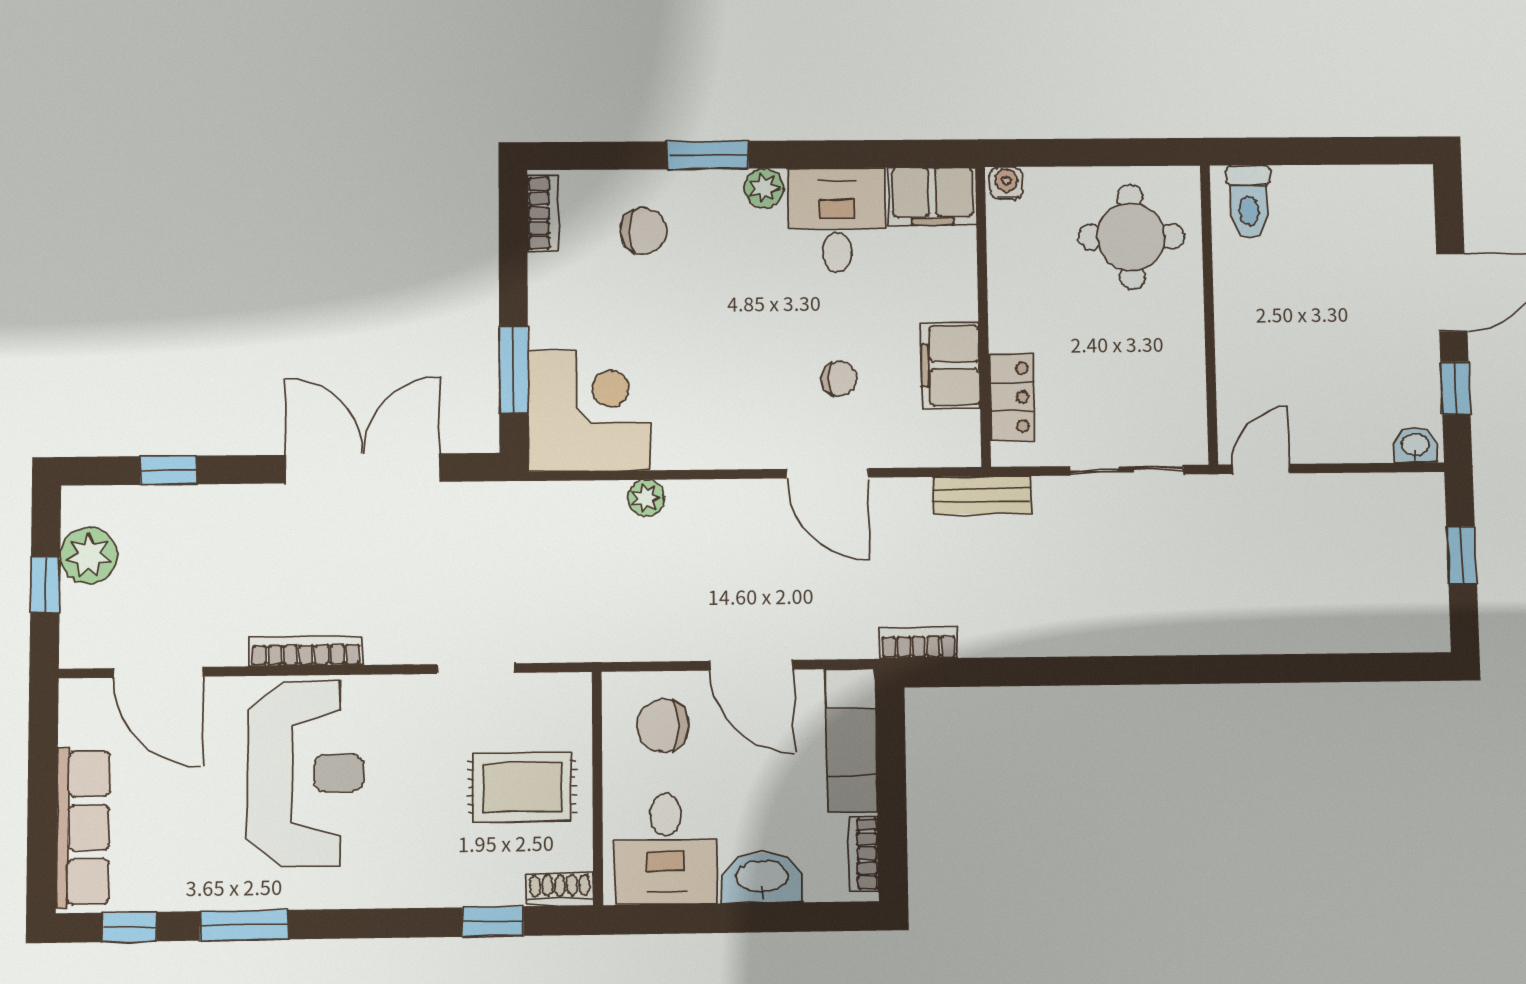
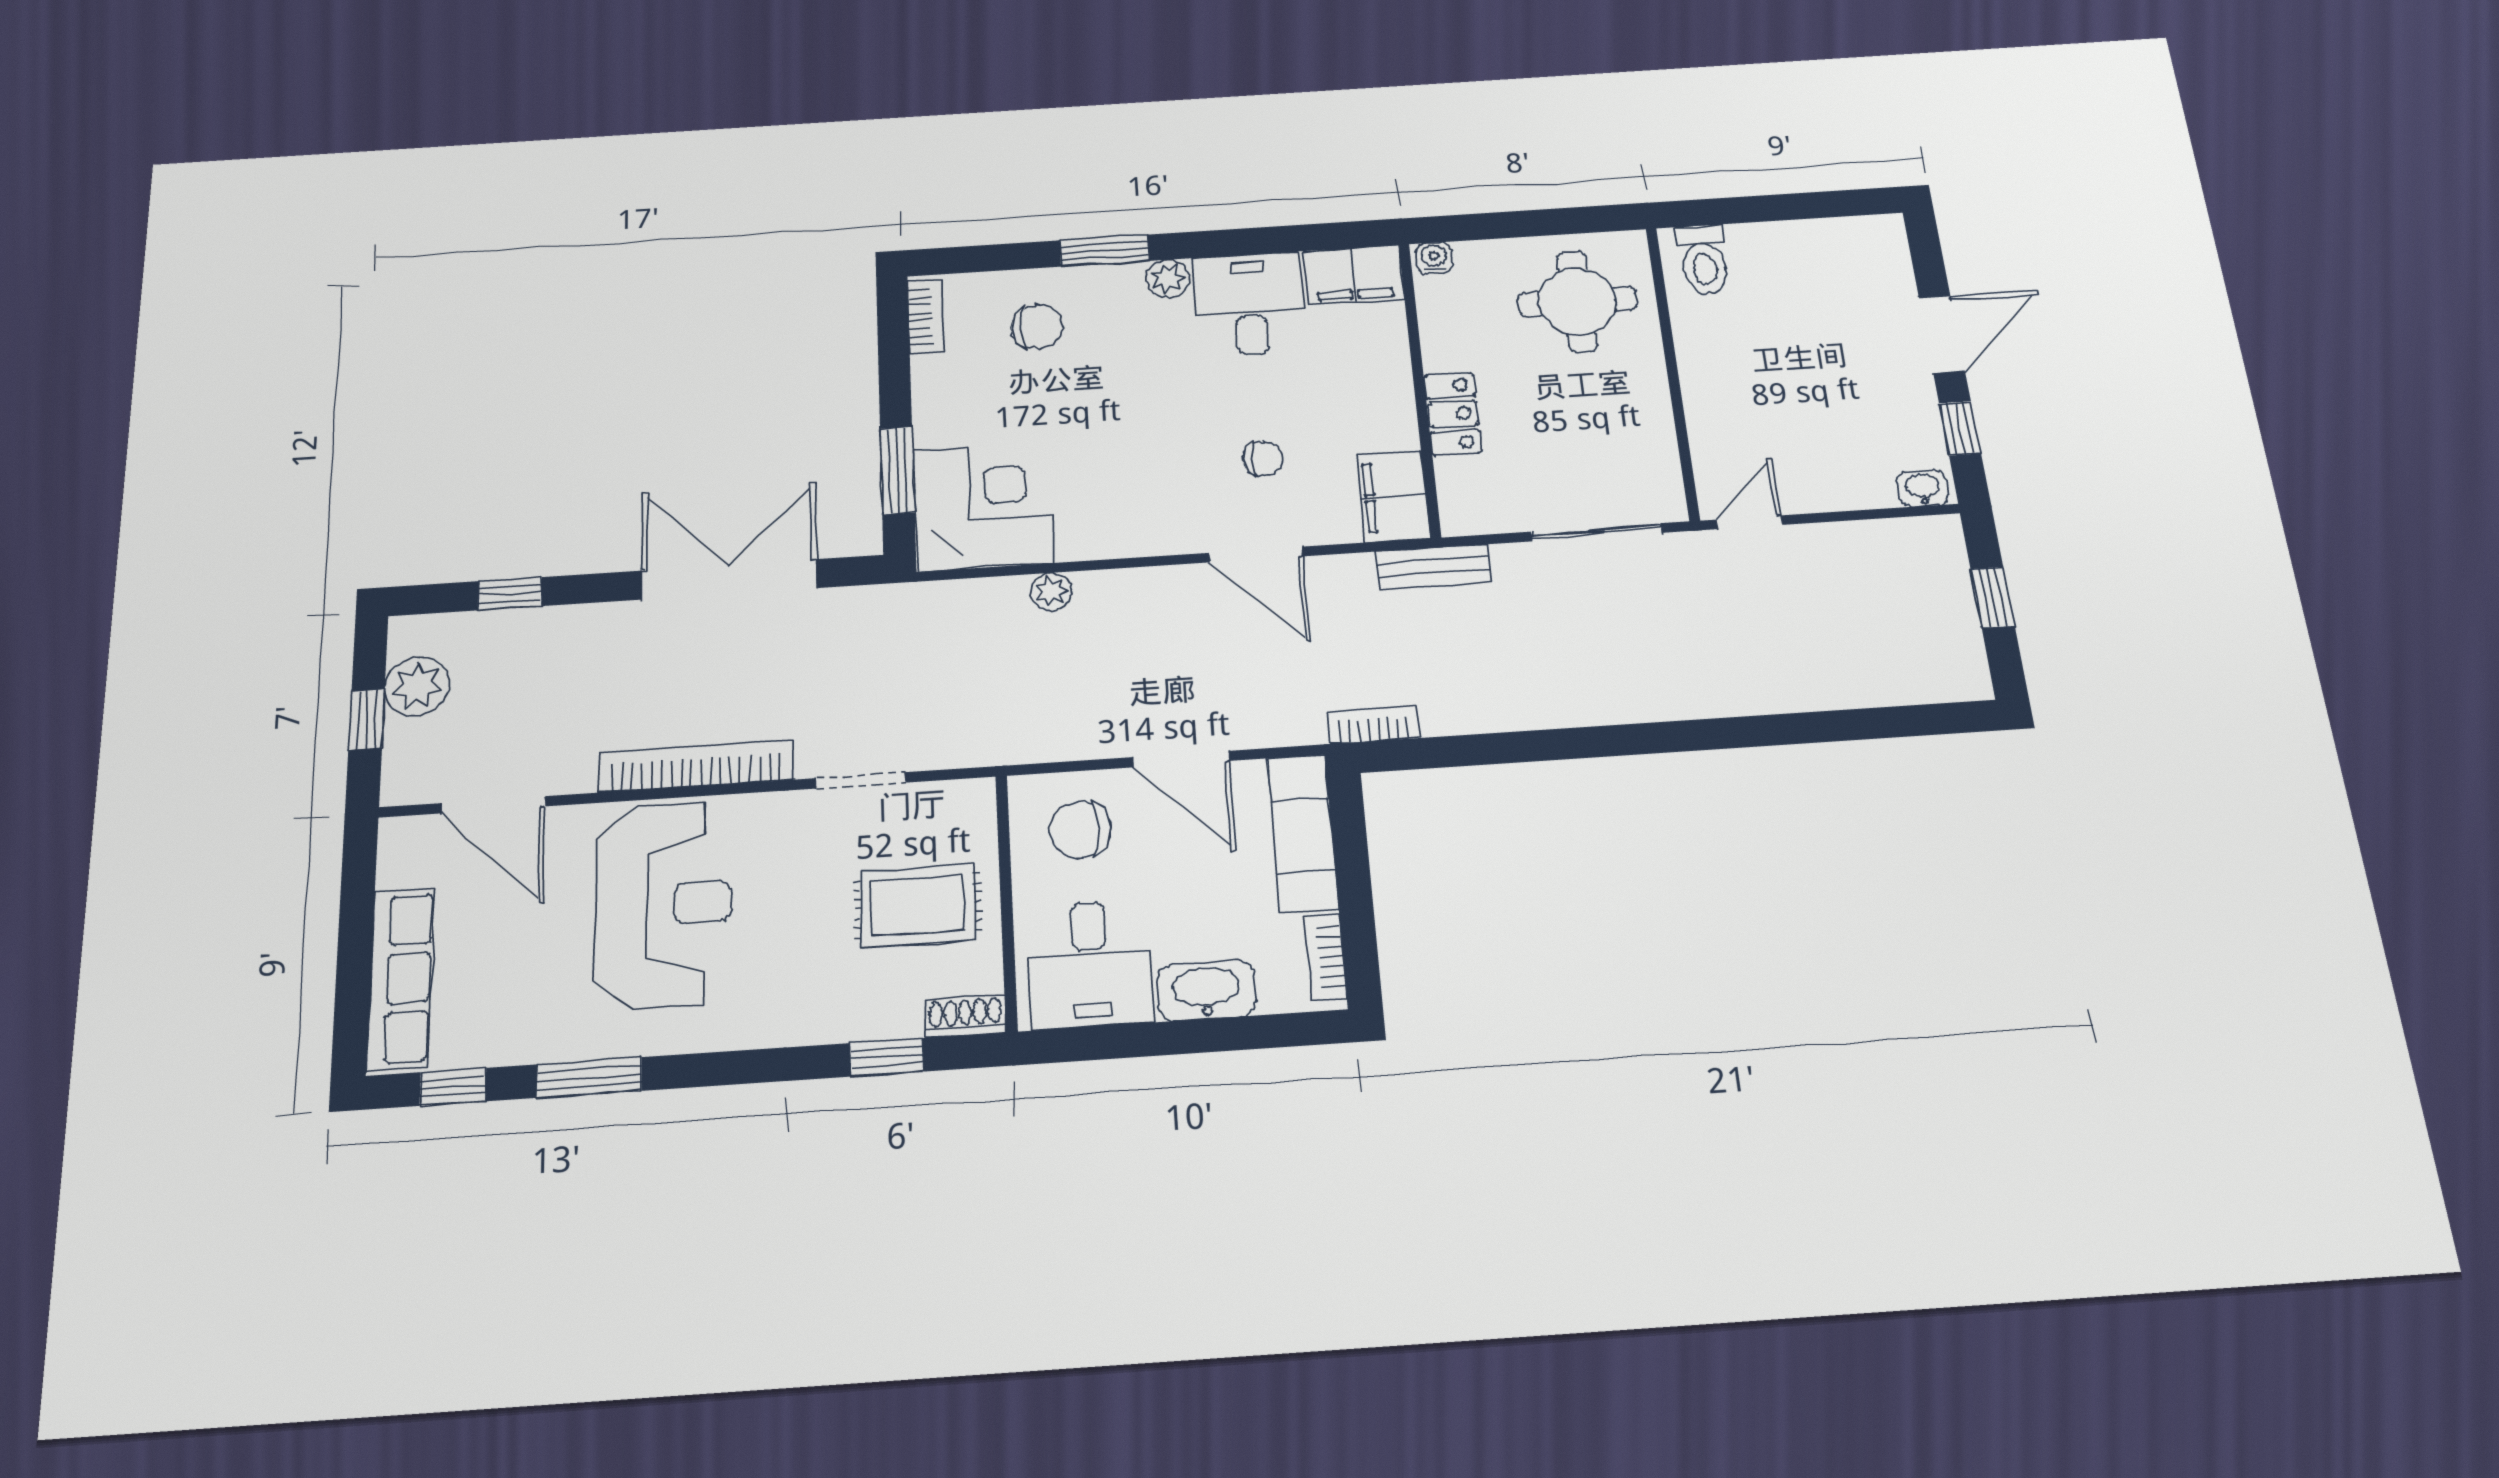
filing cabinet: (950, 365) -> (1393, 497), moved
locker: (1011, 397) -> (1453, 414), moved
bookcase: (306, 651) -> (696, 766), width x1.48, depth x1.31

